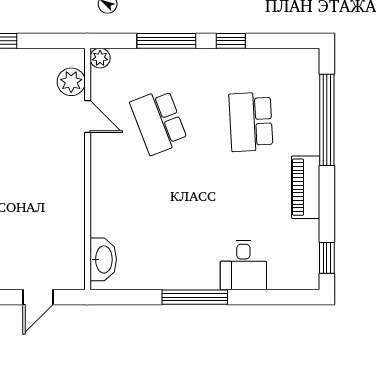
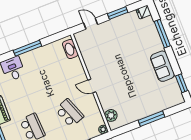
door: (88, 117) -> (92, 86), moved
door: (38, 297) -> (91, 24), hinge flipped

